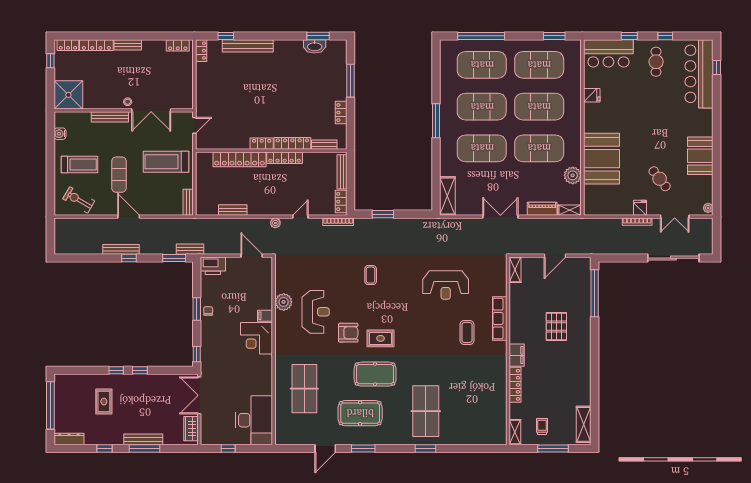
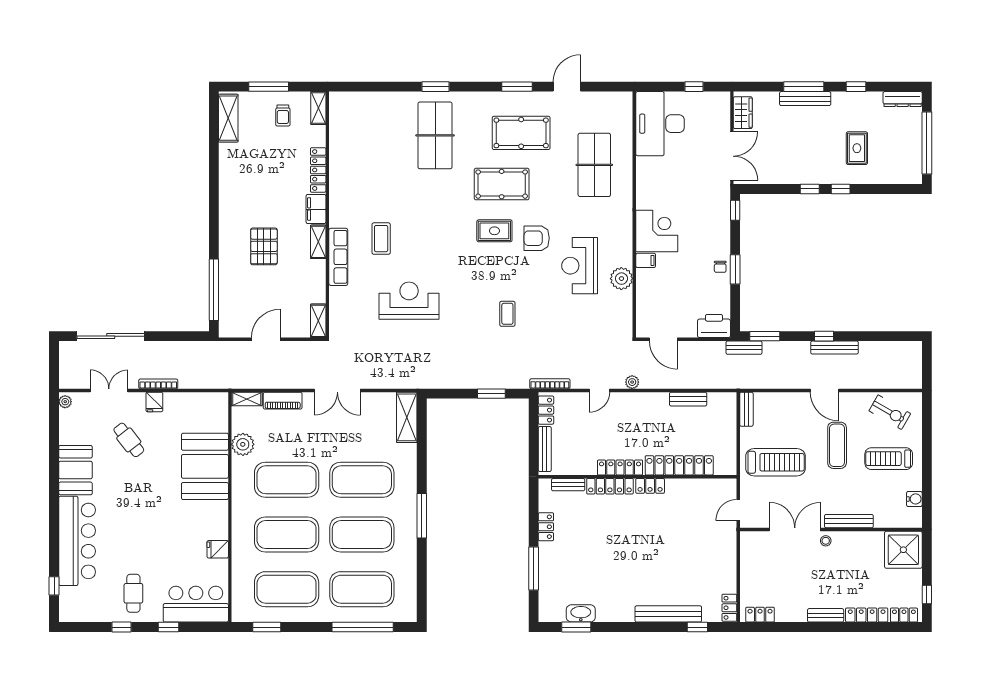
bar counter: (699, 74) -> (77, 541), moved
shelving: (515, 330) -> (318, 242), added

